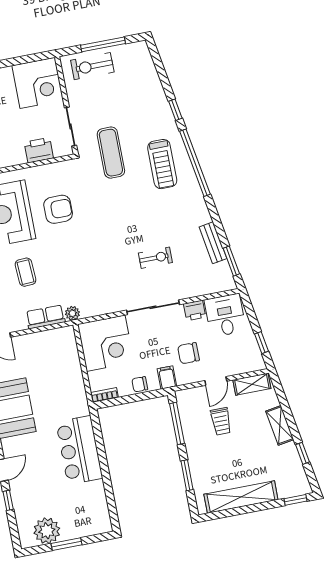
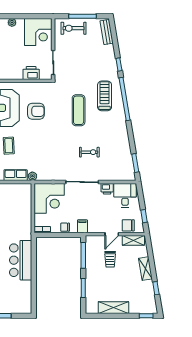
exercise mat: (111, 153) -> (79, 110), moved
treadmill: (162, 164) -> (105, 96), turned 180
bench: (213, 243) -> (107, 32), moved
chair: (188, 353) -> (128, 225), moved
shelving: (241, 497) -> (113, 308), width x0.68

